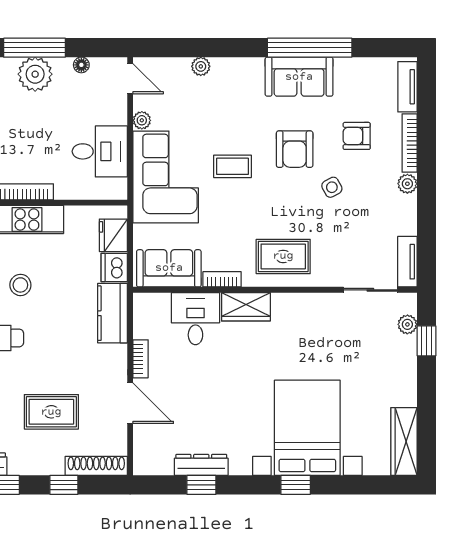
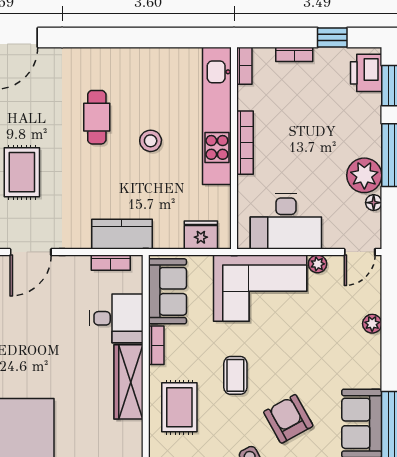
plant: (35, 74) -> (364, 175), moved
armchair: (295, 149) -> (288, 419), turned 61
desk: (100, 151) -> (286, 221), width x1.37
coffee table: (233, 166) -> (235, 375), moved
dishwasher: (114, 268) -> (168, 236), removed
wardrobe: (246, 307) -> (128, 382), width x1.50
bookcase: (141, 359) -> (111, 263), moved

